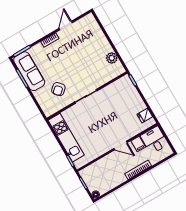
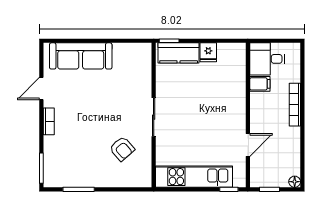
door: (66, 25) -> (41, 88), hinge flipped
plant: (112, 58) -> (122, 52), removed
sofa: (29, 71) -> (81, 56), moved, turned 180
kitchen counter: (129, 89) -> (179, 53), added
fridge: (145, 116) -> (208, 52), moved
door: (120, 146) -> (248, 145), moved

